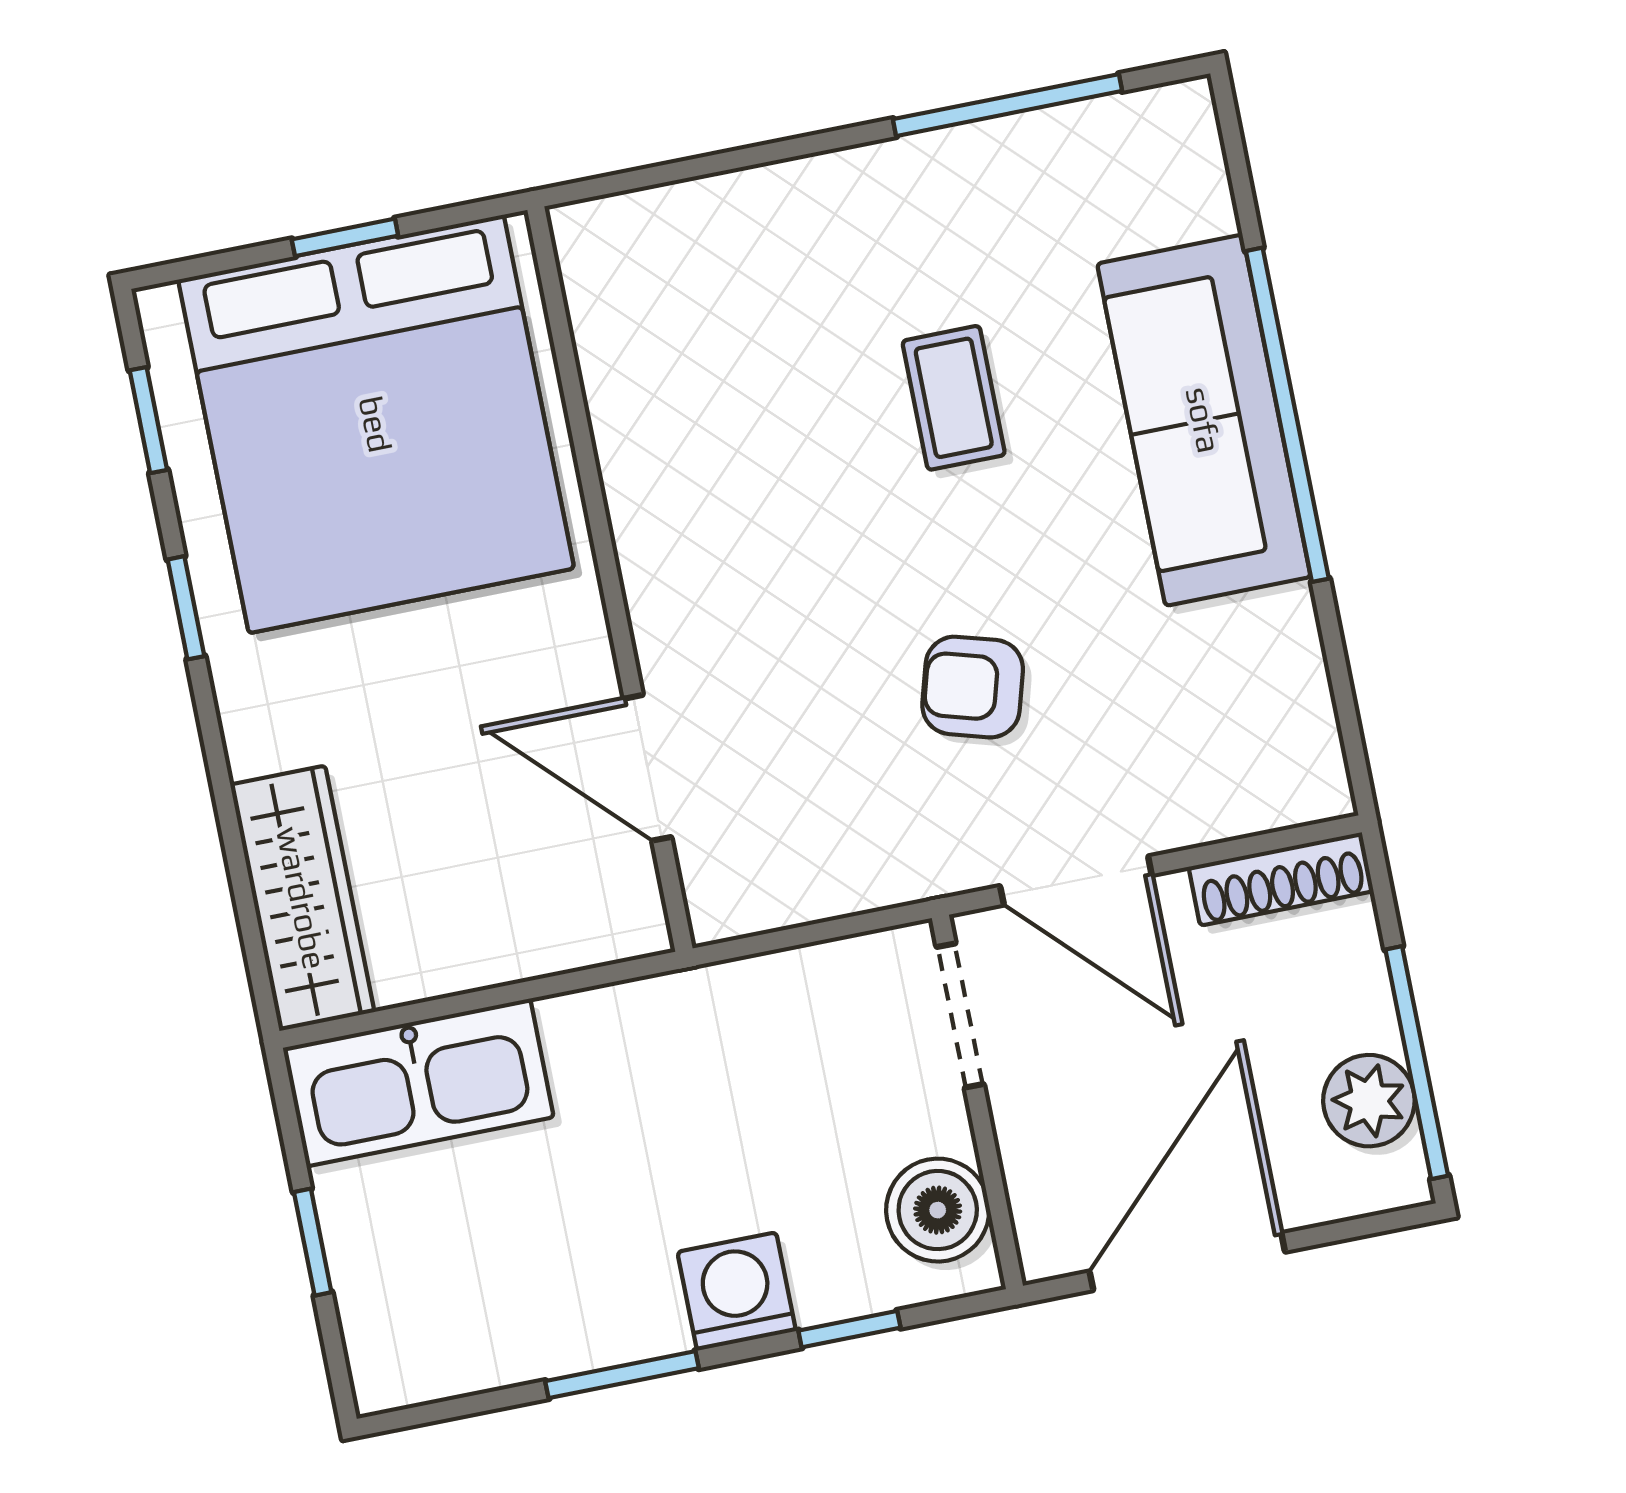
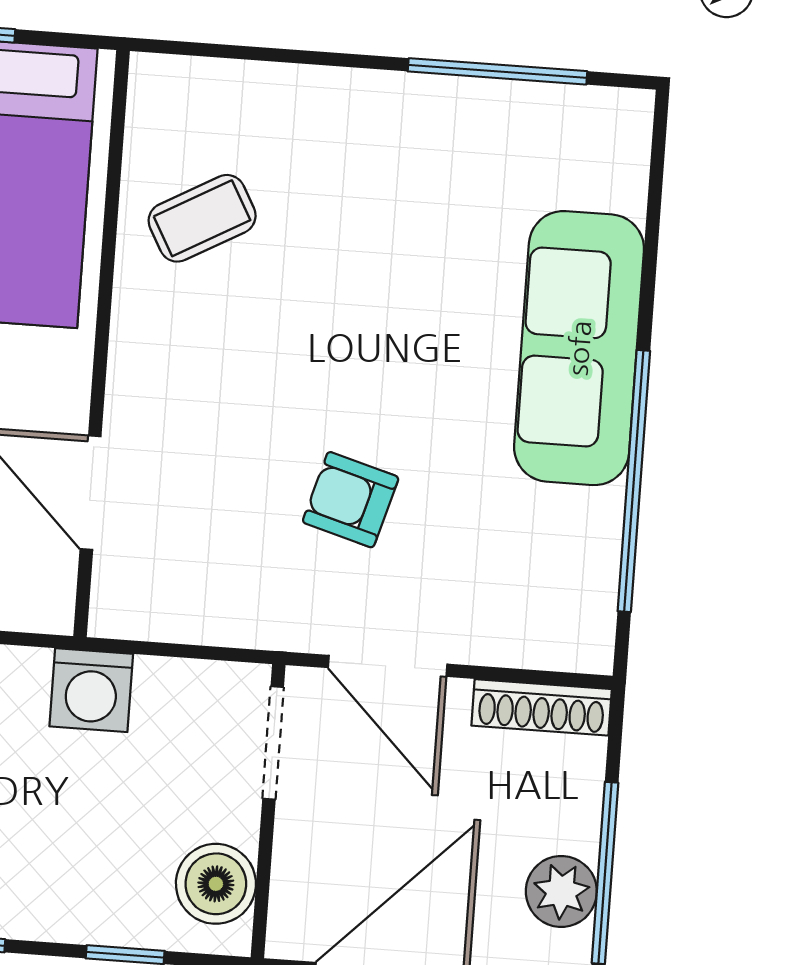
coffee table: (954, 398) -> (202, 218), moved, turned 61
window: (1287, 415) -> (634, 481), moved
washing machine: (737, 1292) -> (91, 690), moved, turned 180

